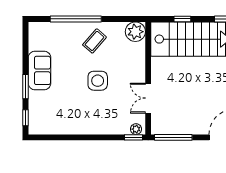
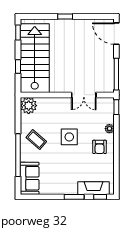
sofa: (40, 70) -> (30, 178), moved, turned 90
fireplace: (36, 110) -> (93, 188), added
armchair: (86, 117) -> (100, 147), added
plant: (136, 129) -> (109, 129), moved

